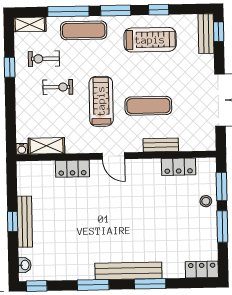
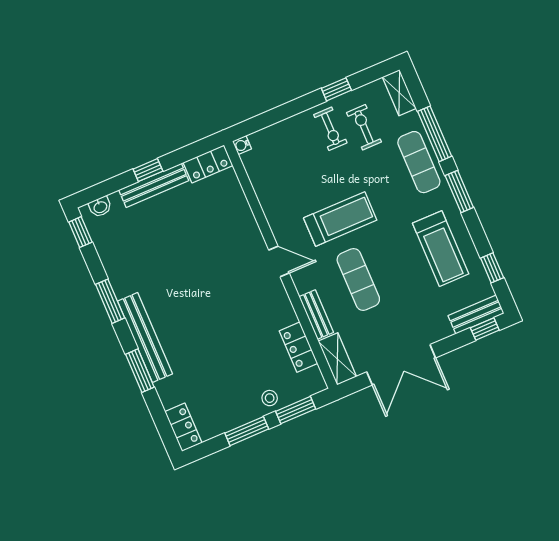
window: (159, 10) -> (492, 268), moved
exercise bike: (58, 87) -> (330, 129), moved
shelving: (47, 146) -> (337, 359), moved
door: (113, 156) -> (279, 262), swing flipped
locker: (72, 169) -> (208, 164), moved, turned -90

